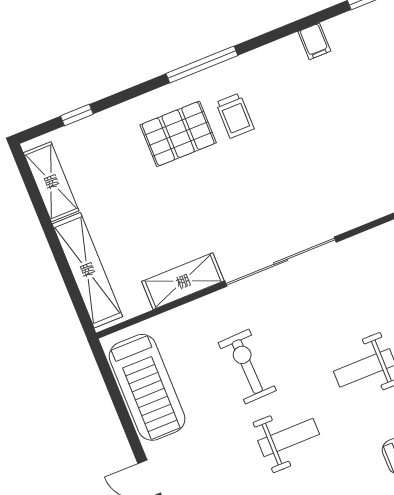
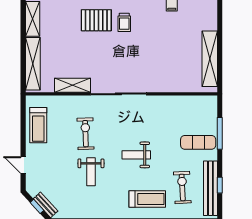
treadmill: (147, 387) -> (38, 125), width x0.73, depth x0.73
weight bench: (289, 437) -> (91, 172), turned 90

